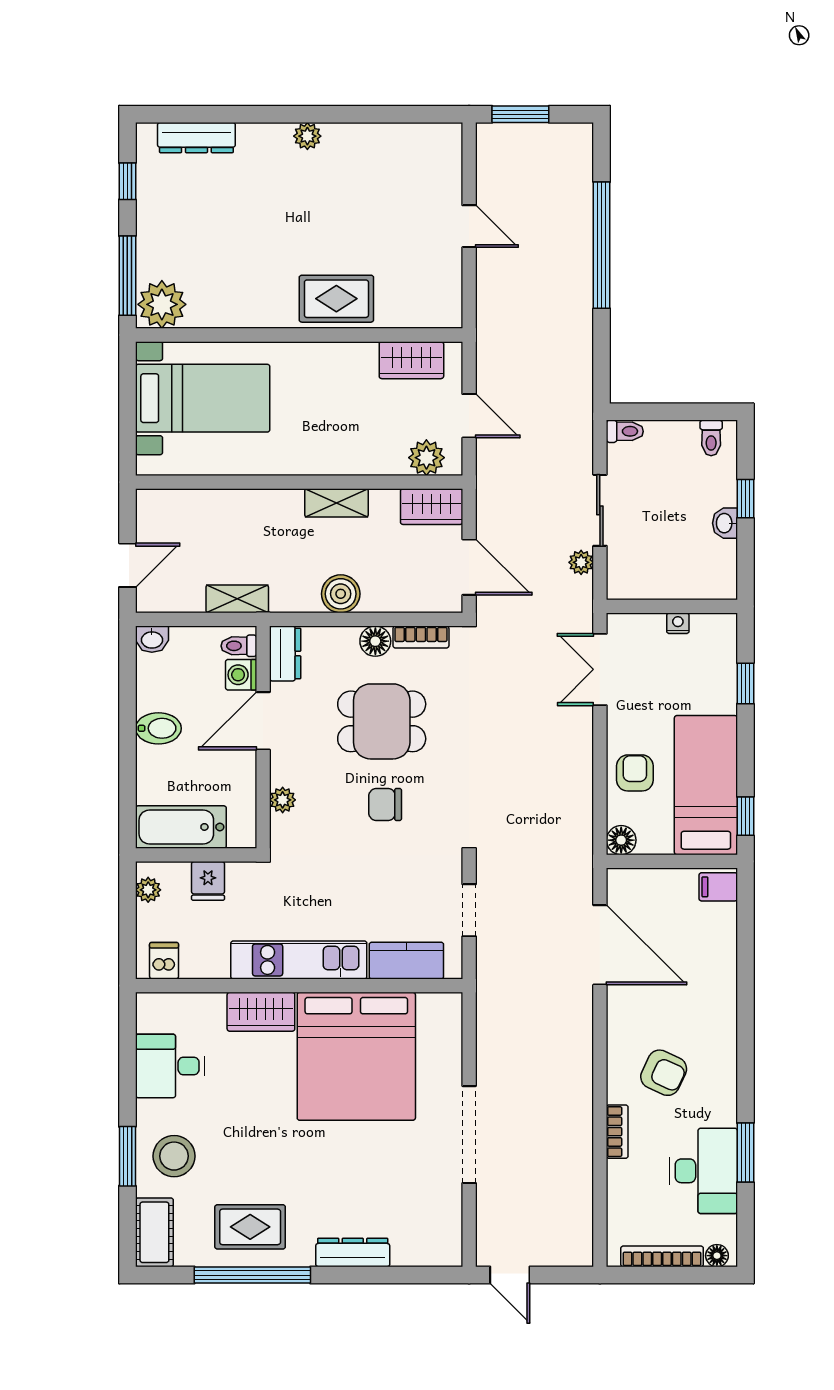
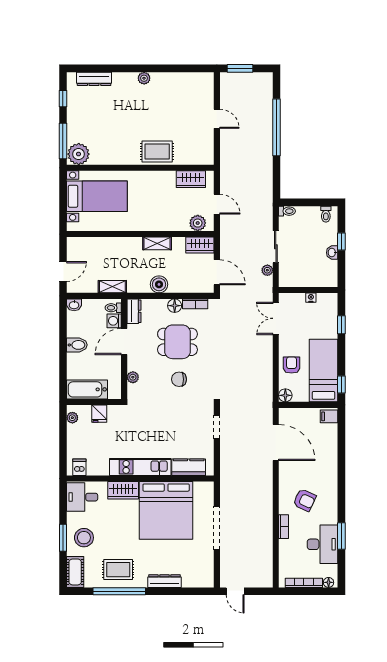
kitchen unit: (299, 960) -> (140, 467), moved
dishwasher: (164, 961) -> (79, 467), moved
kitchen counter: (406, 961) -> (189, 467), moved
wall: (299, 986) -> (140, 479), moved
wardrobe: (261, 1012) -> (123, 490), moved
bed: (356, 1056) -> (166, 510), moved

